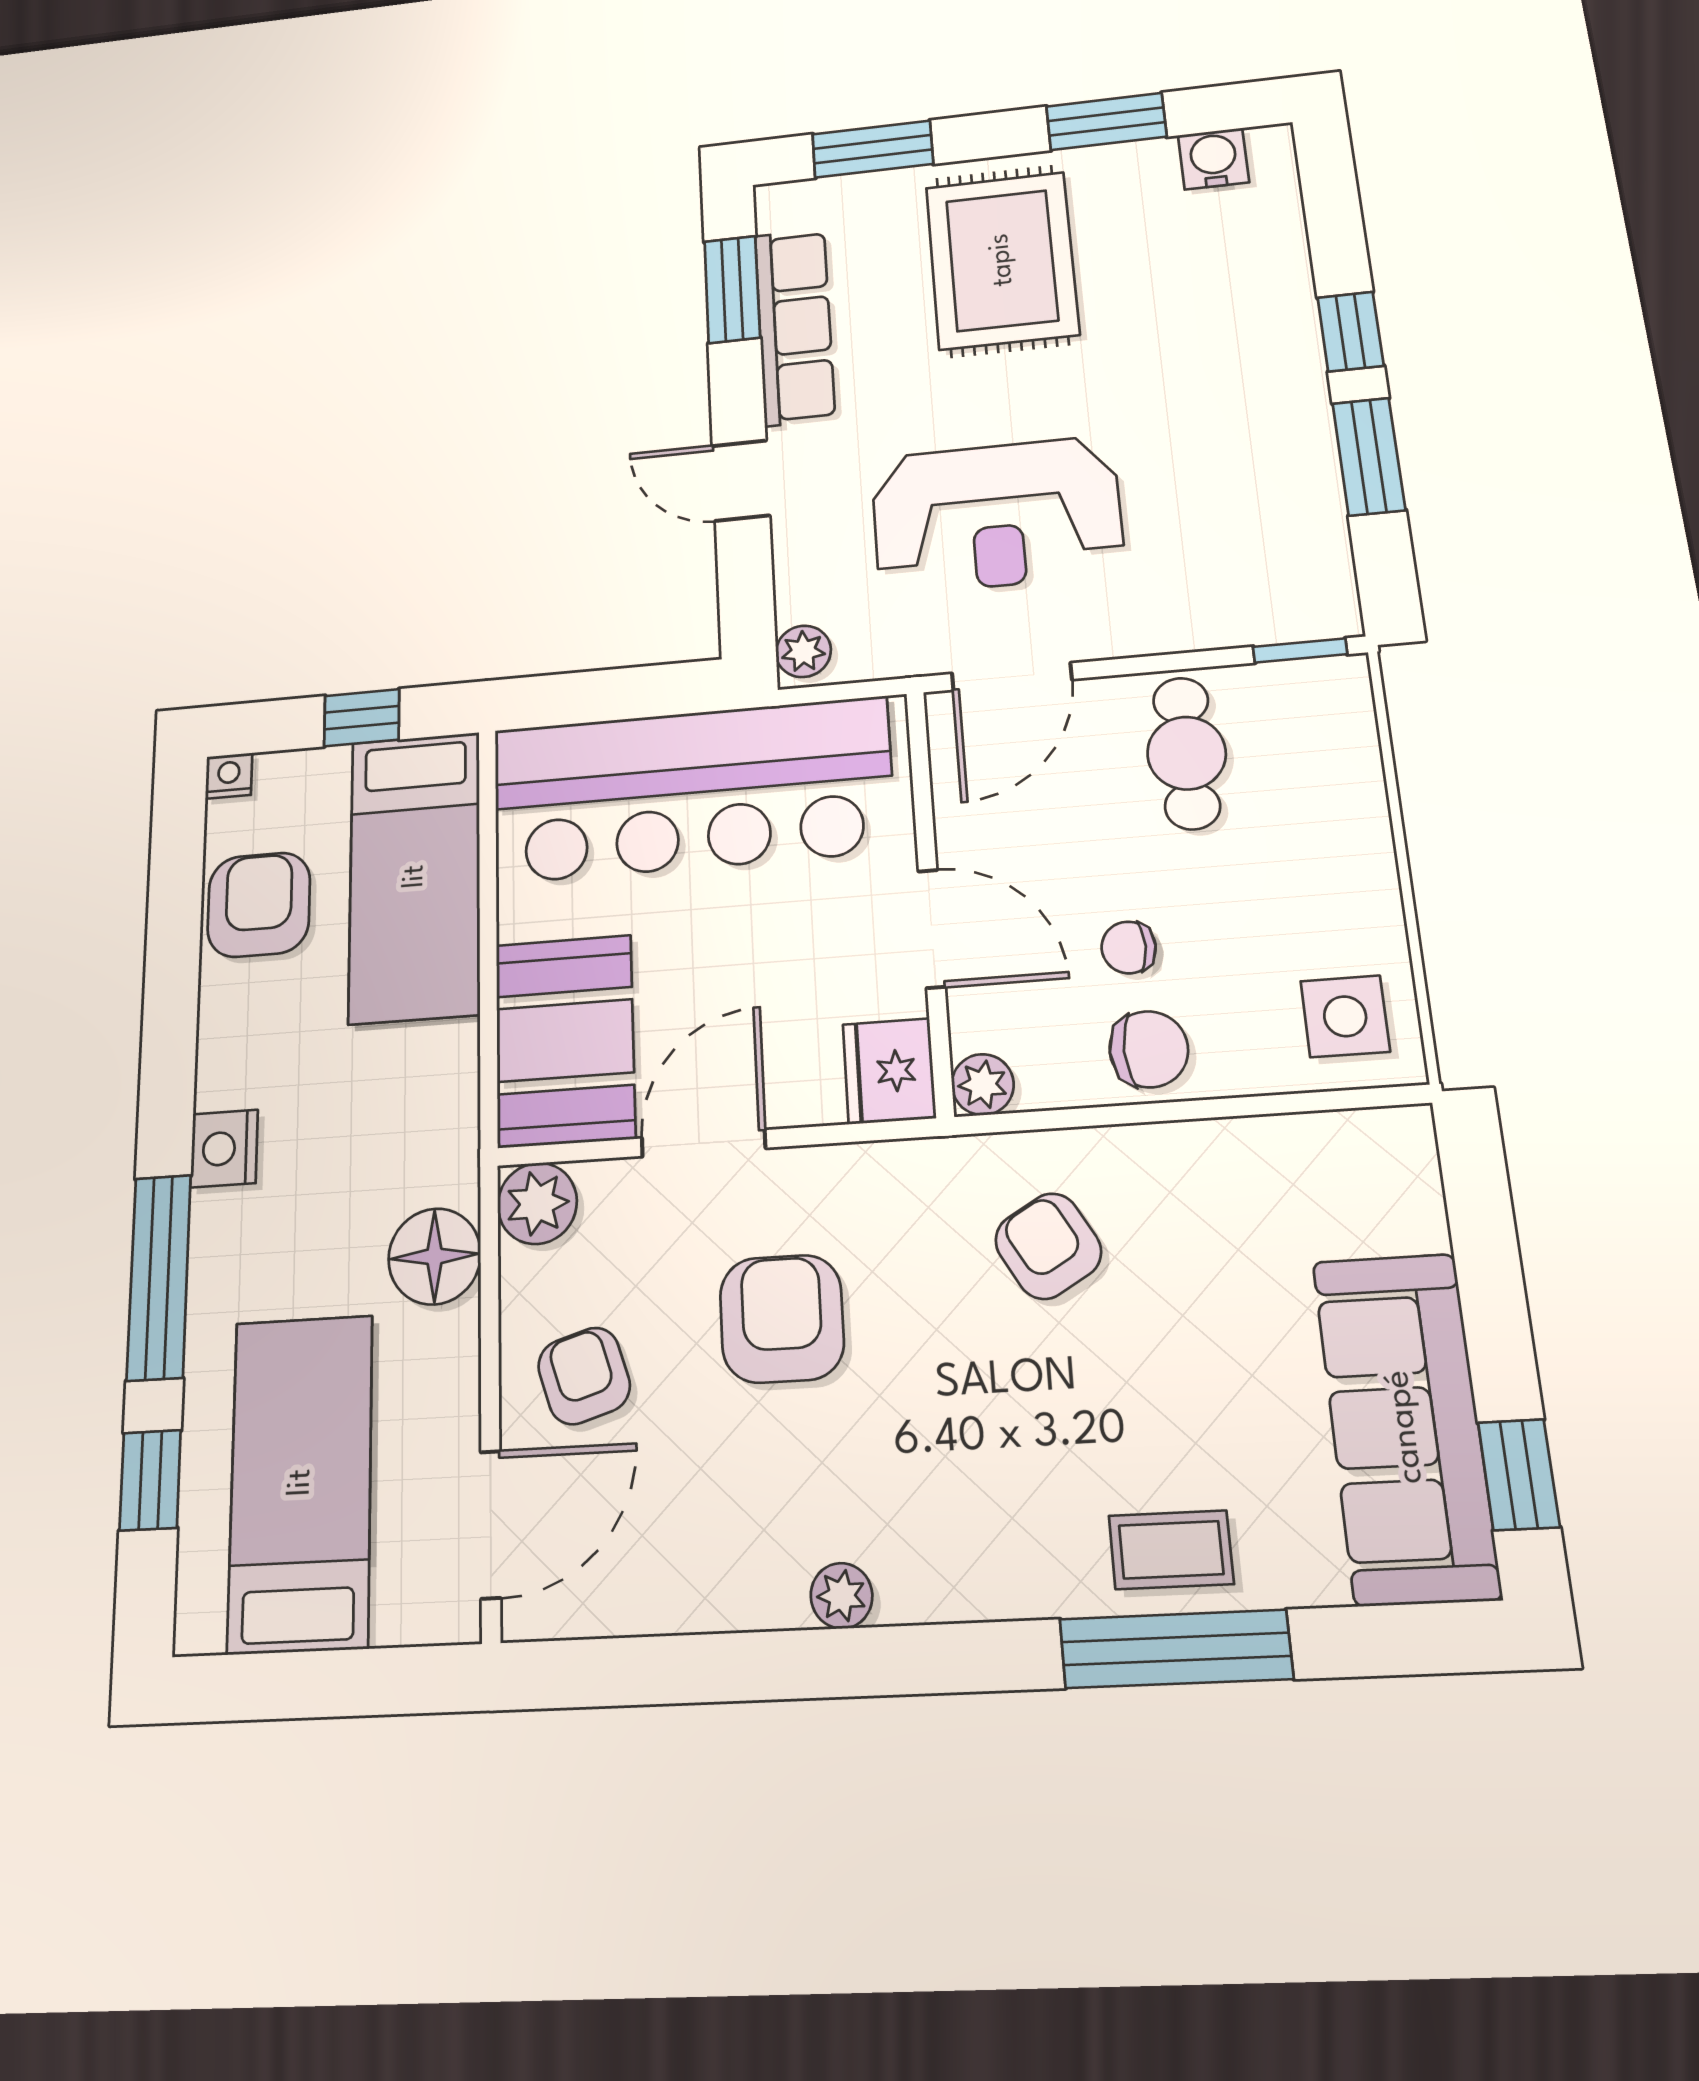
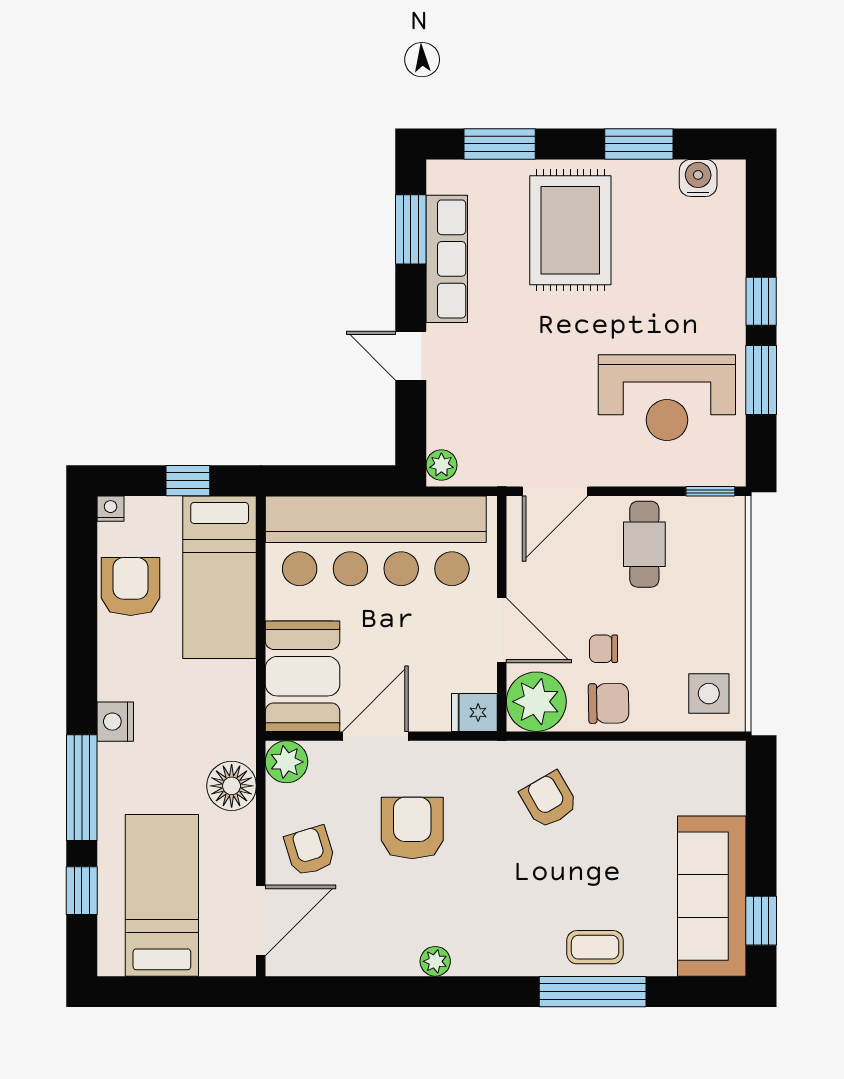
reception desk: (996, 515) -> (667, 398), moved
fridge: (889, 1071) -> (474, 712), width x0.72
plant: (983, 1085) -> (536, 702), width x1.88, depth x1.88

